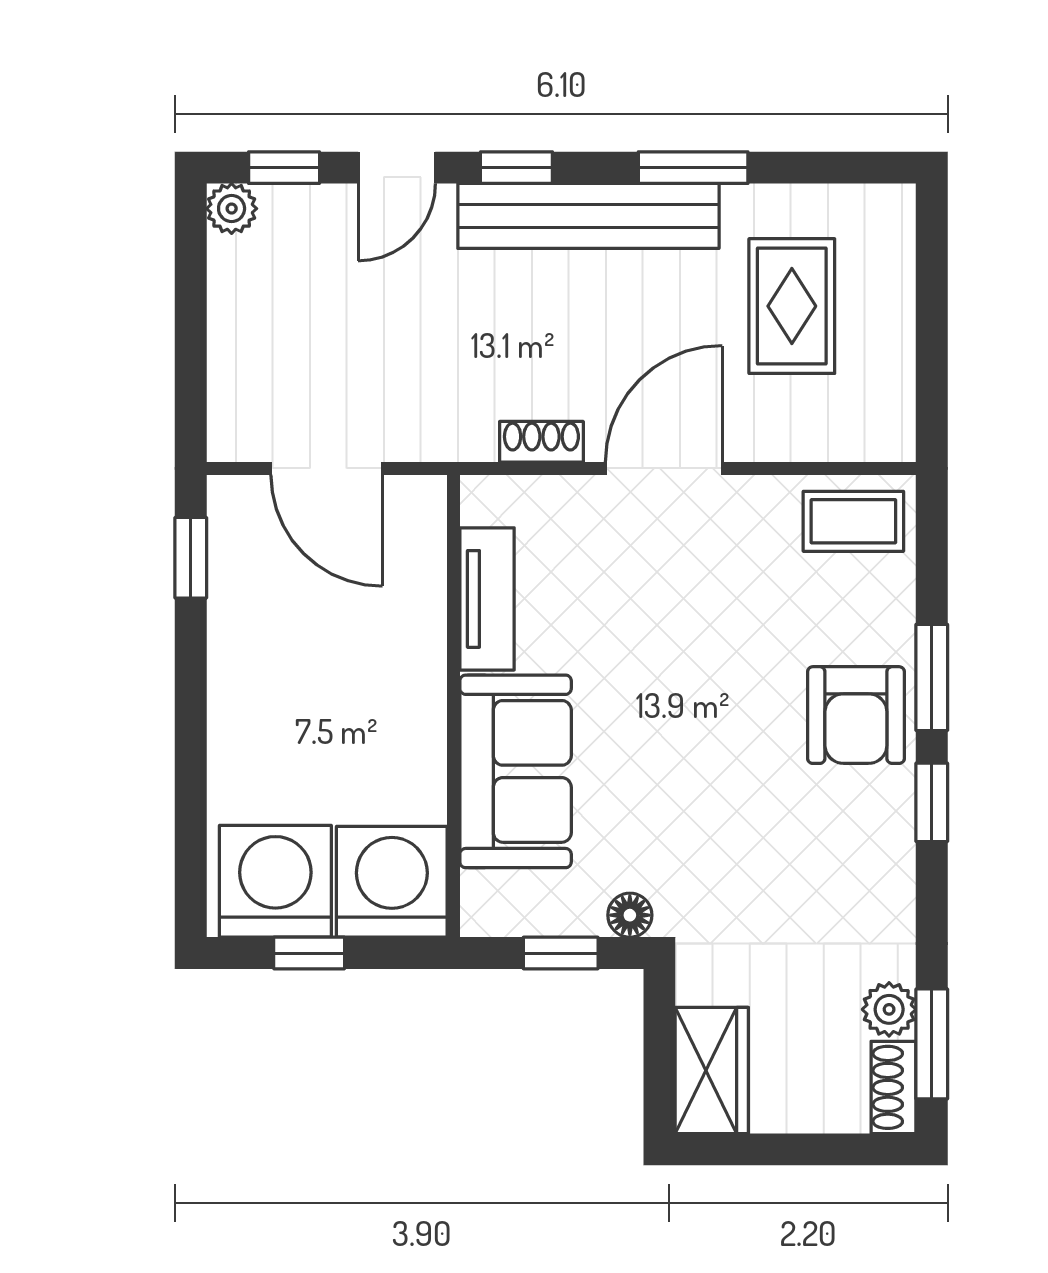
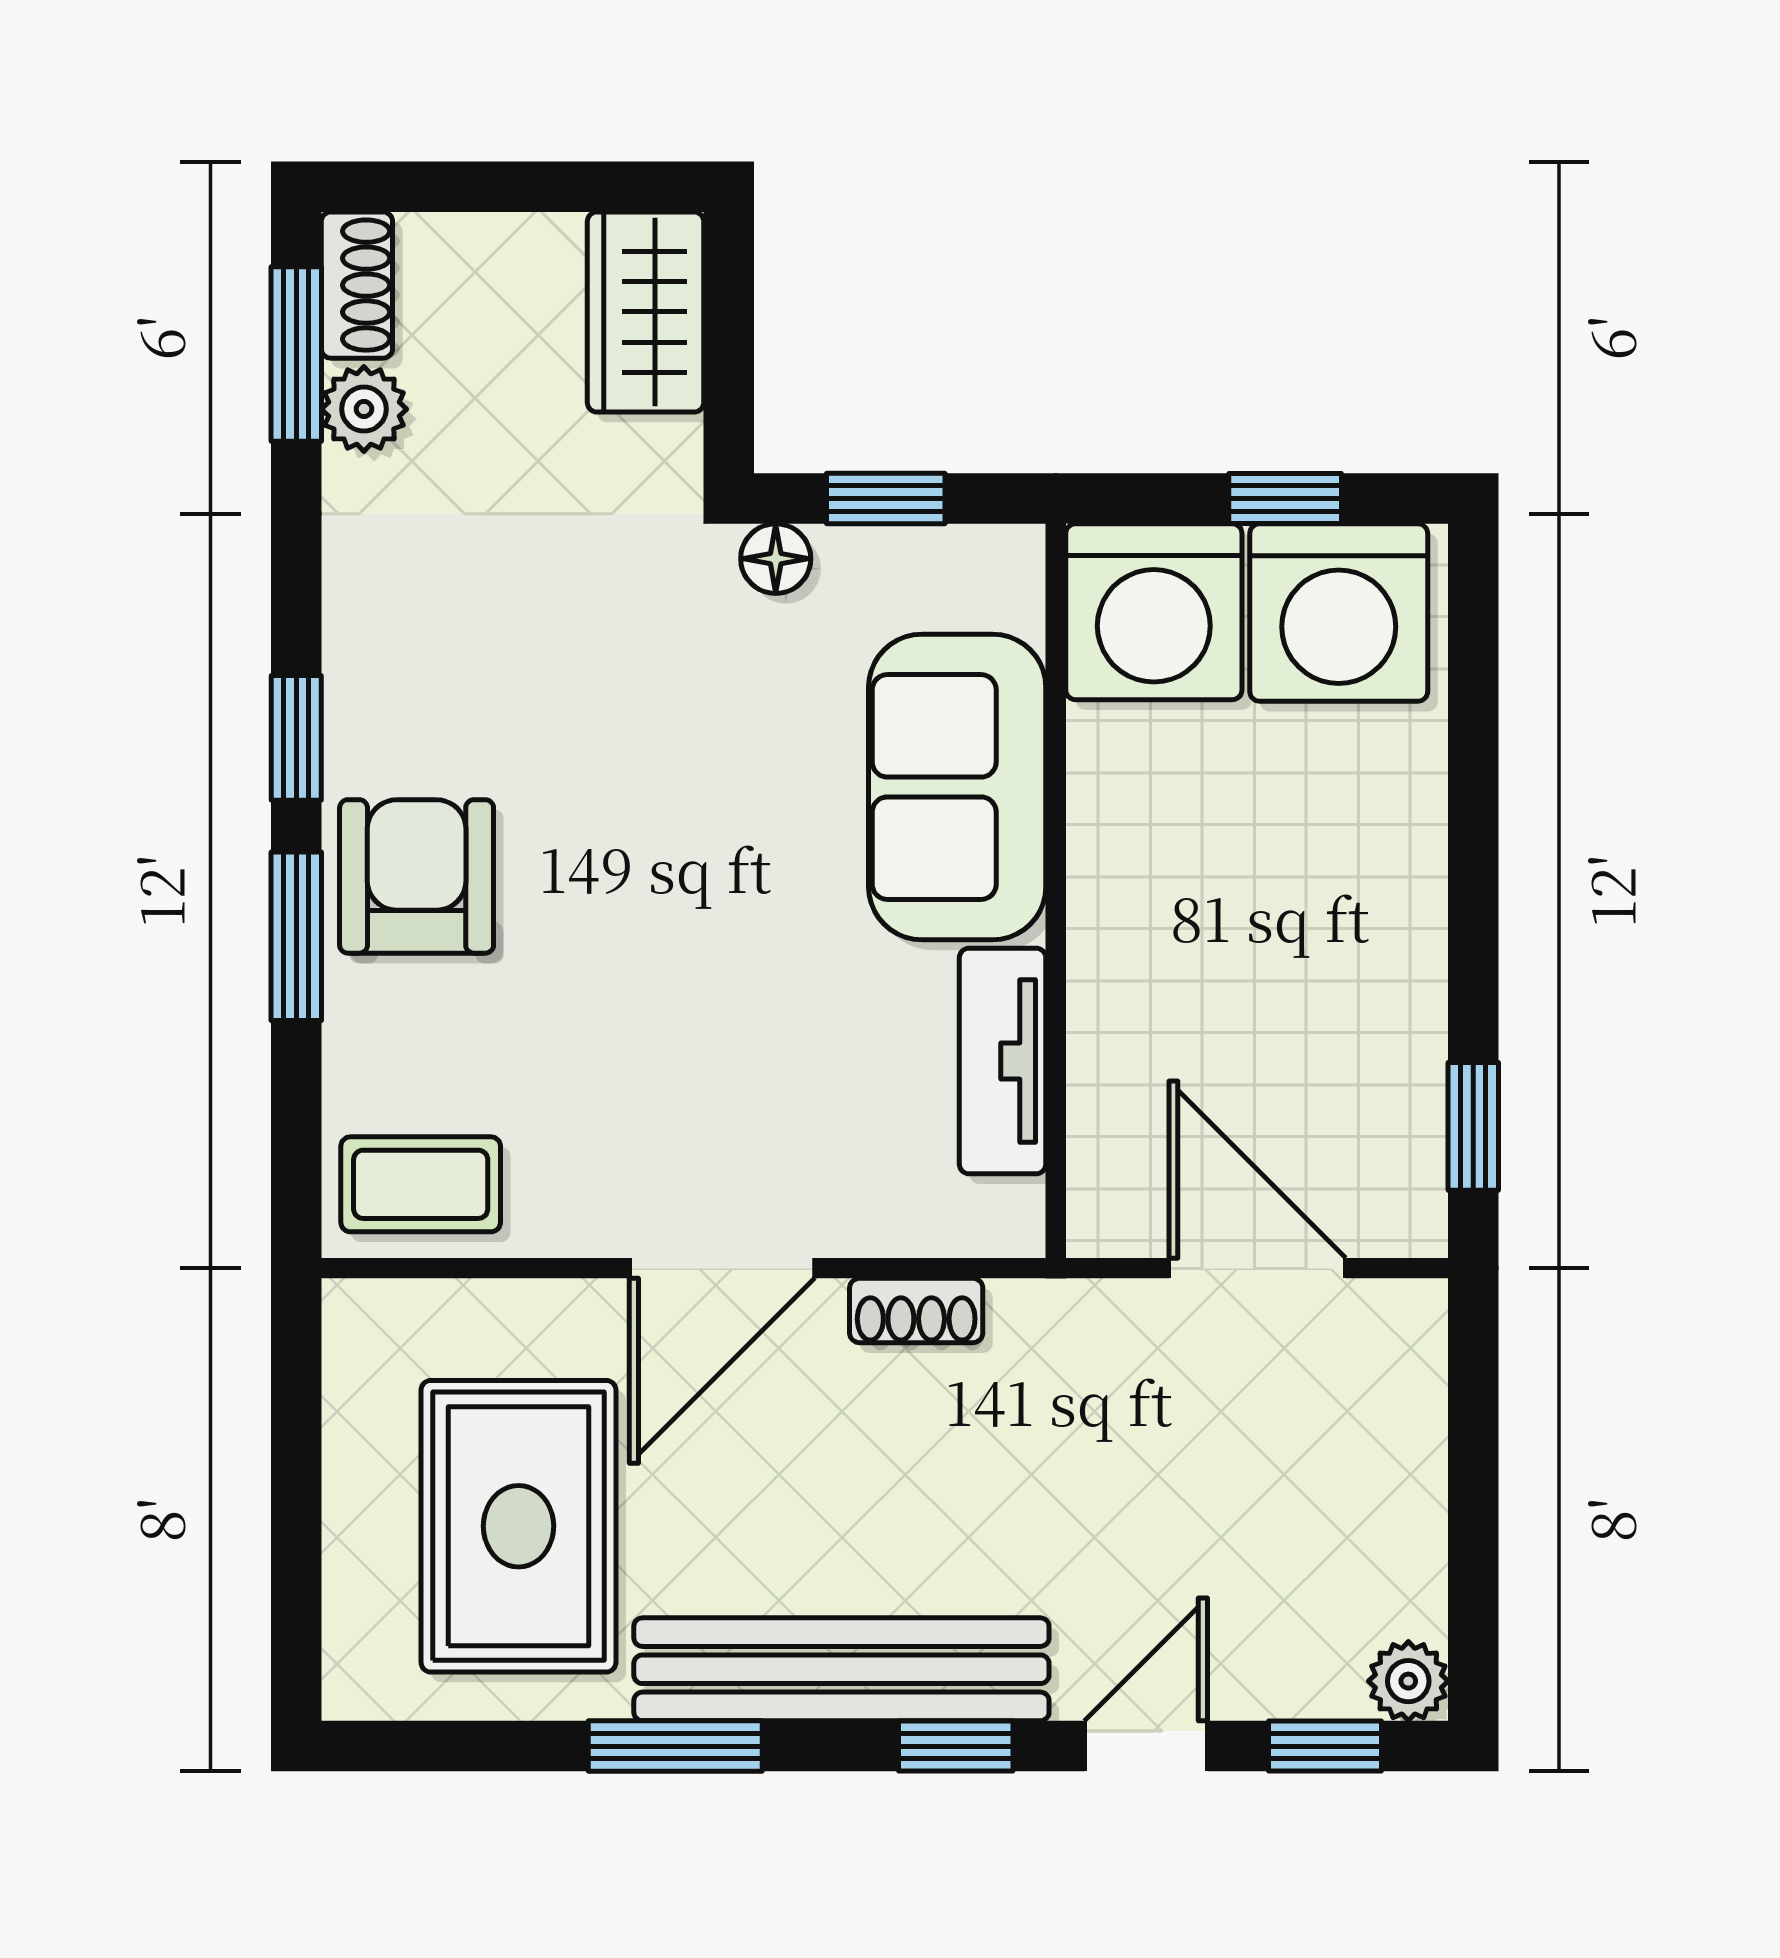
rug: (792, 306) -> (518, 1526), width x1.36, depth x1.43

